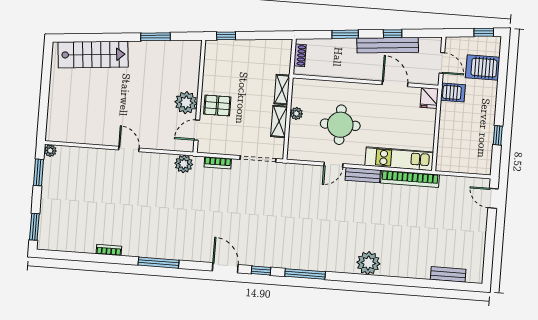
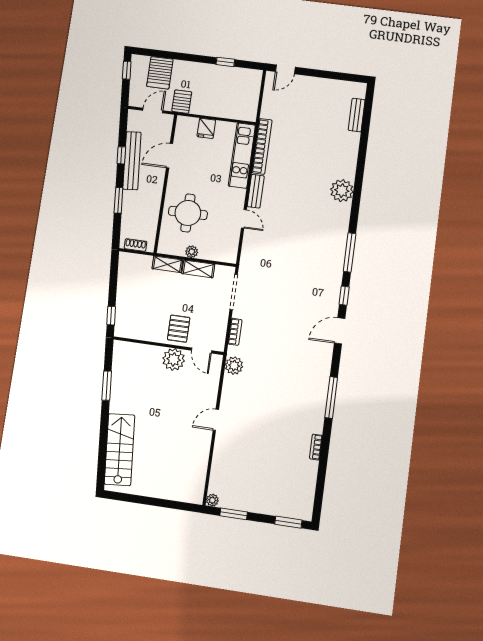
fridge: (429, 98) -> (206, 128), moved, turned 90
round table: (340, 125) -> (188, 213), moved

